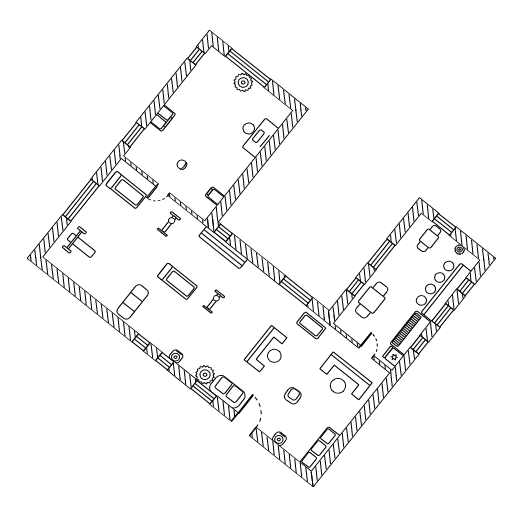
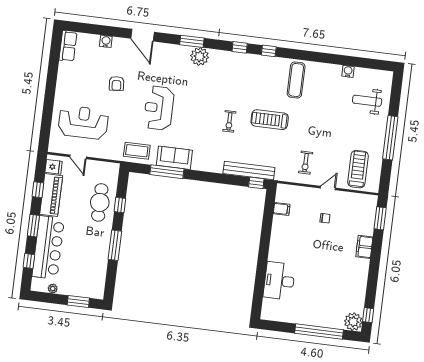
plant: (243, 82) -> (353, 322), moved
treadmill: (126, 190) -> (358, 169), turned 90
cafe table: (429, 239) -> (84, 282), removed
water cooler: (176, 356) -> (348, 71), moved
sofa: (227, 392) -> (174, 158), moved, turned 180
row of seats: (320, 449) -> (68, 46), width x0.68

